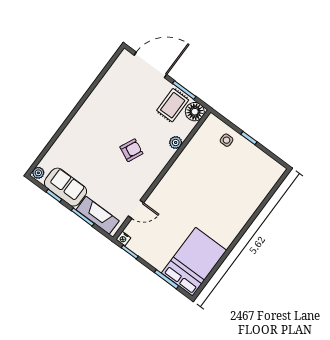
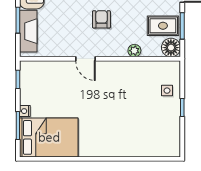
armchair: (131, 150) -> (101, 19), turned -115
door: (136, 209) -> (85, 59), moved
nightstand: (123, 239) -> (25, 111), moved

